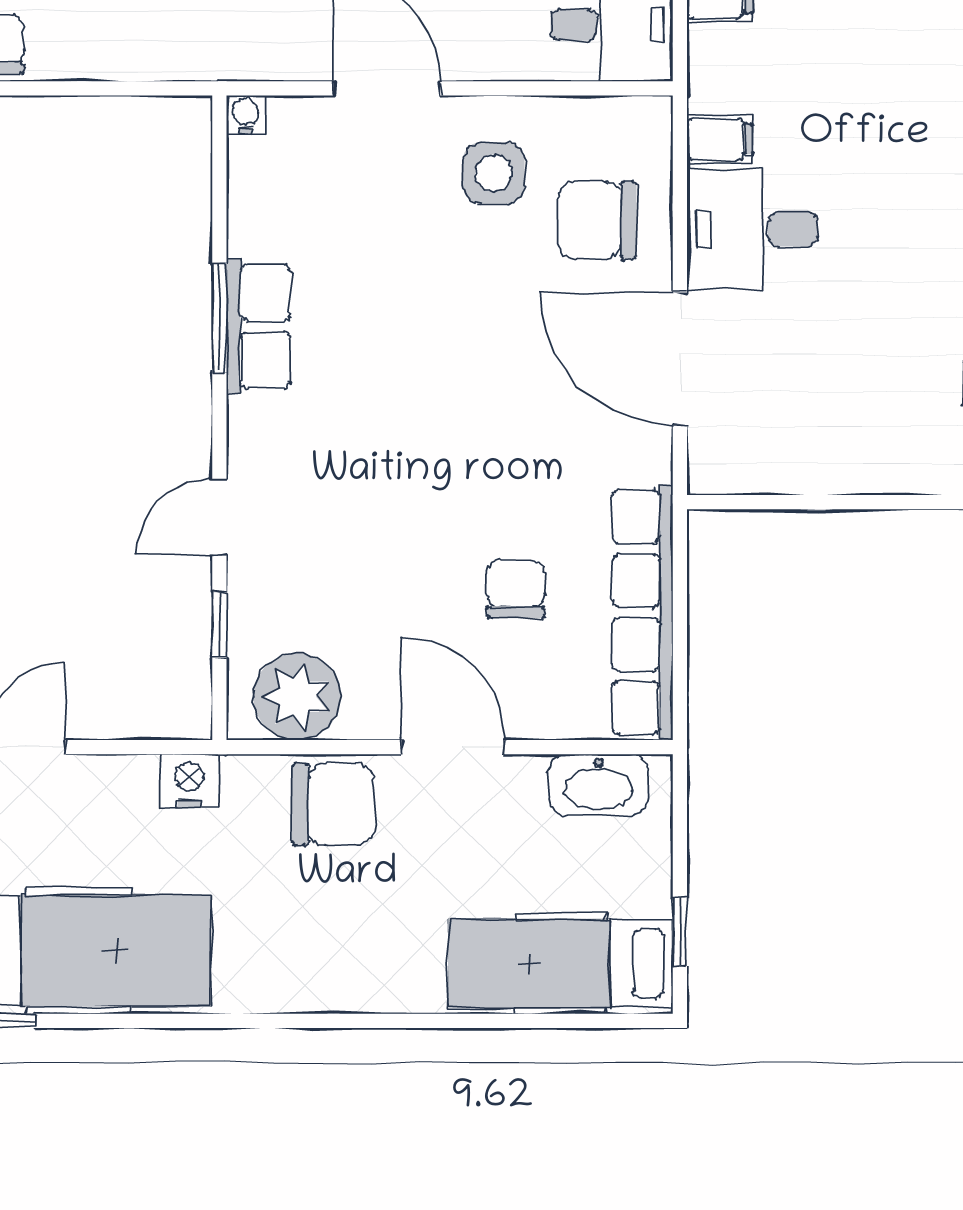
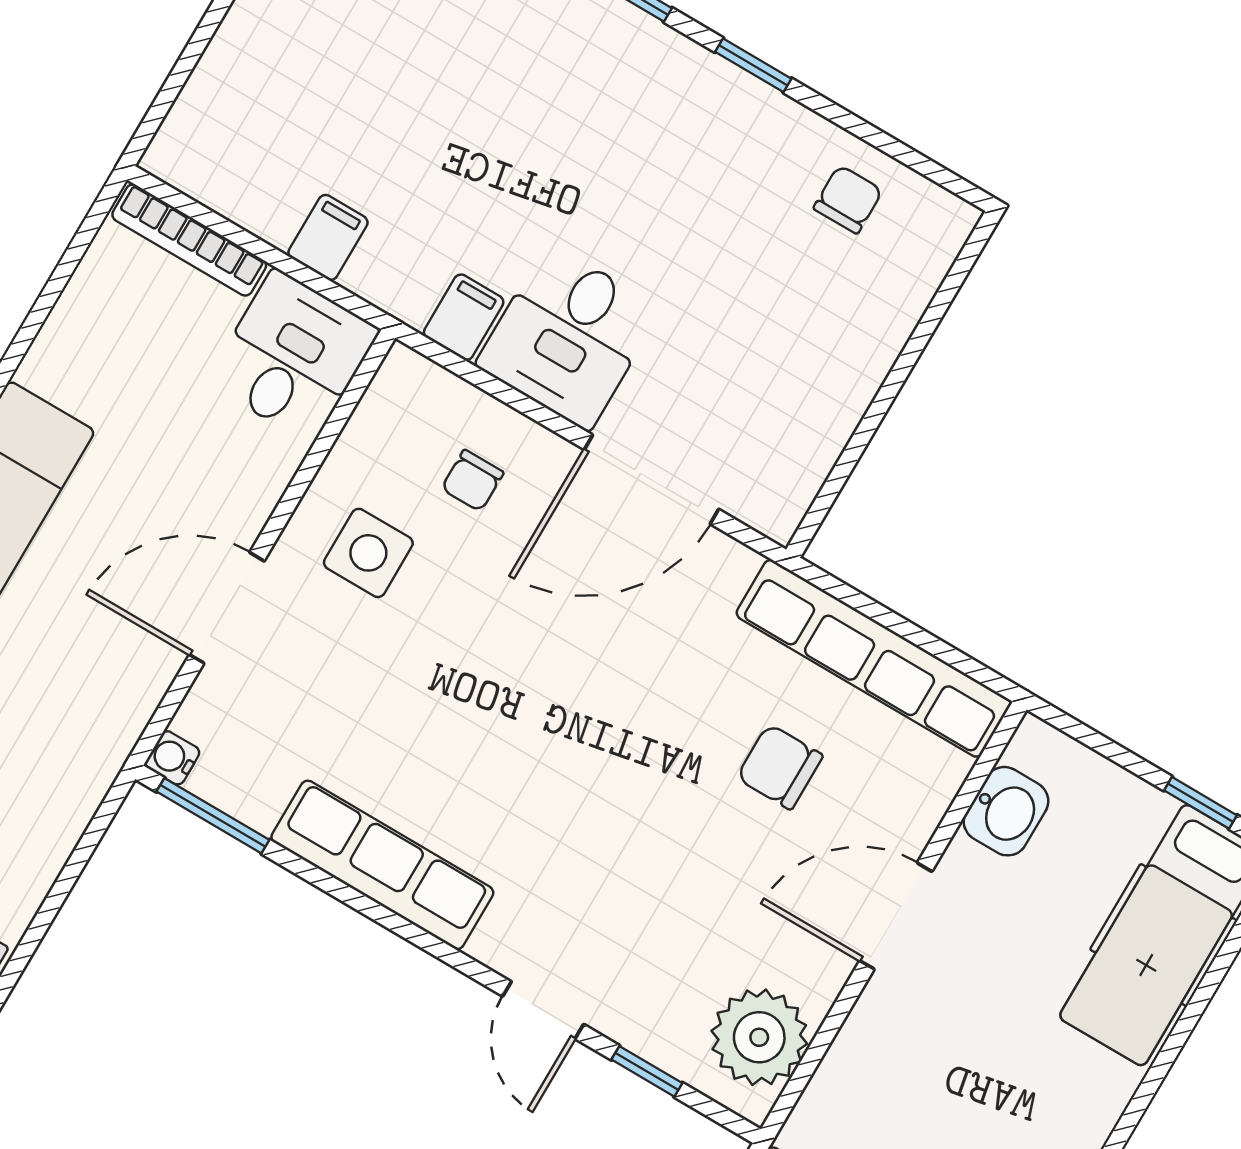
chair: (597, 221) -> (472, 481), width x0.54, depth x0.54
window: (219, 318) -> (213, 816), moved
row of seats: (258, 326) -> (382, 865), width x1.48
washbasin: (598, 785) -> (1006, 811), width x0.72
chair: (334, 804) -> (883, 1063), removed

